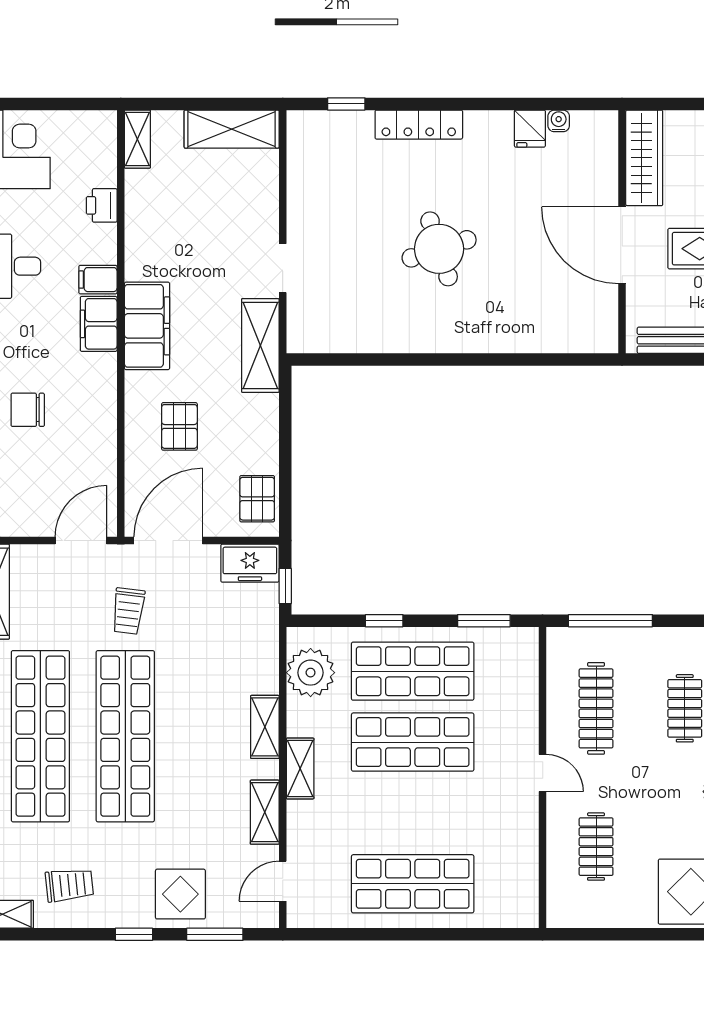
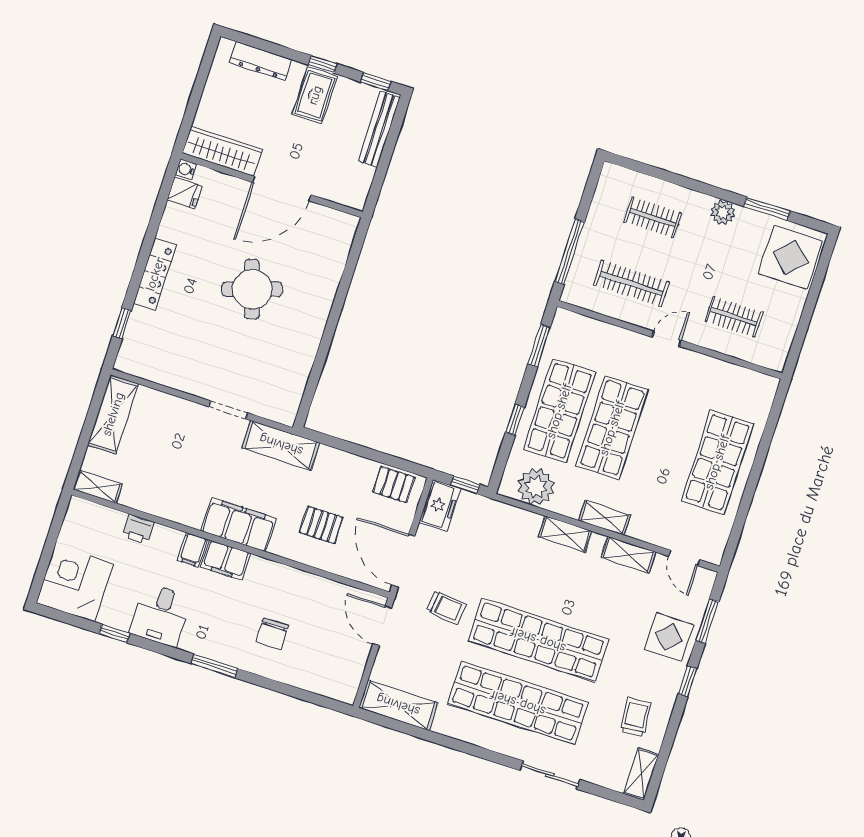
wardrobe: (644, 158) -> (222, 151), moved
wall: (622, 232) -> (272, 185), moved
door: (622, 245) -> (282, 189), moved

